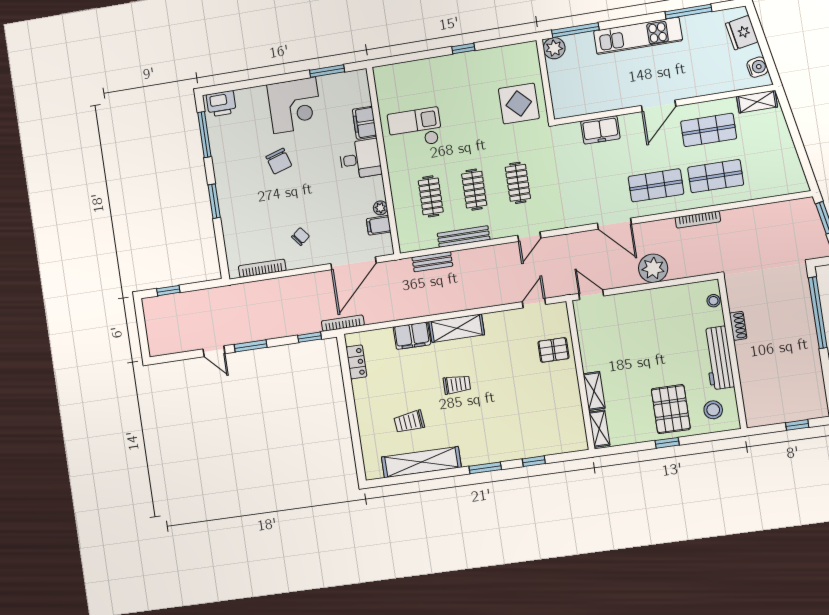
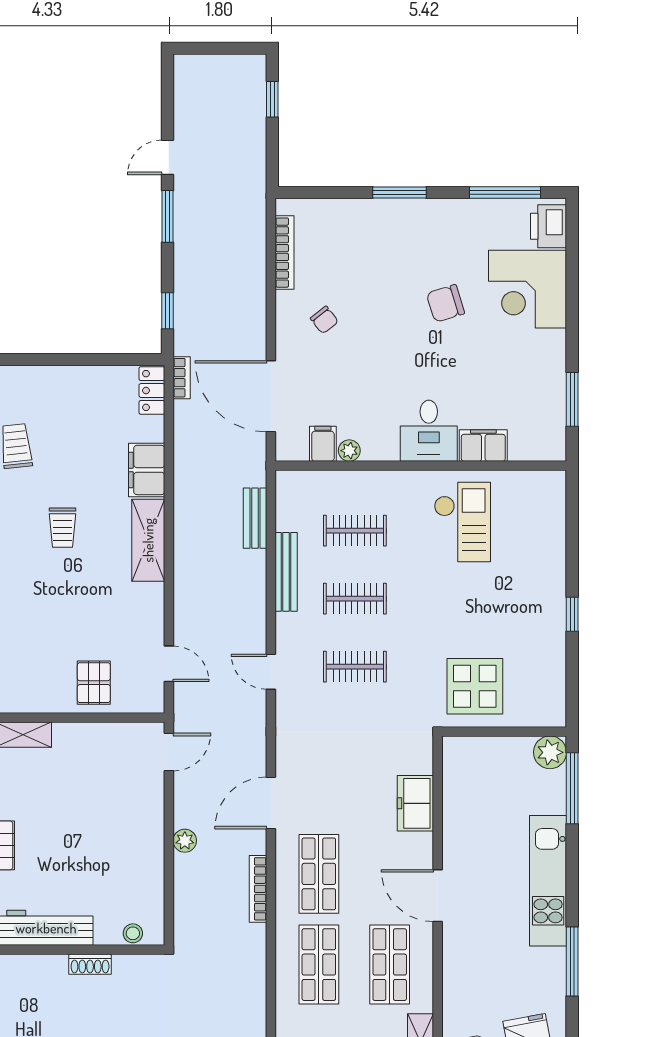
corner desk: (295, 105) -> (528, 289), moved
bookcase: (698, 220) -> (258, 889), moved
plant: (653, 268) -> (185, 841), width x0.53, depth x0.53
bookcase: (343, 323) -> (182, 378), width x0.64
locker: (356, 362) -> (152, 391), moved, turned 90

